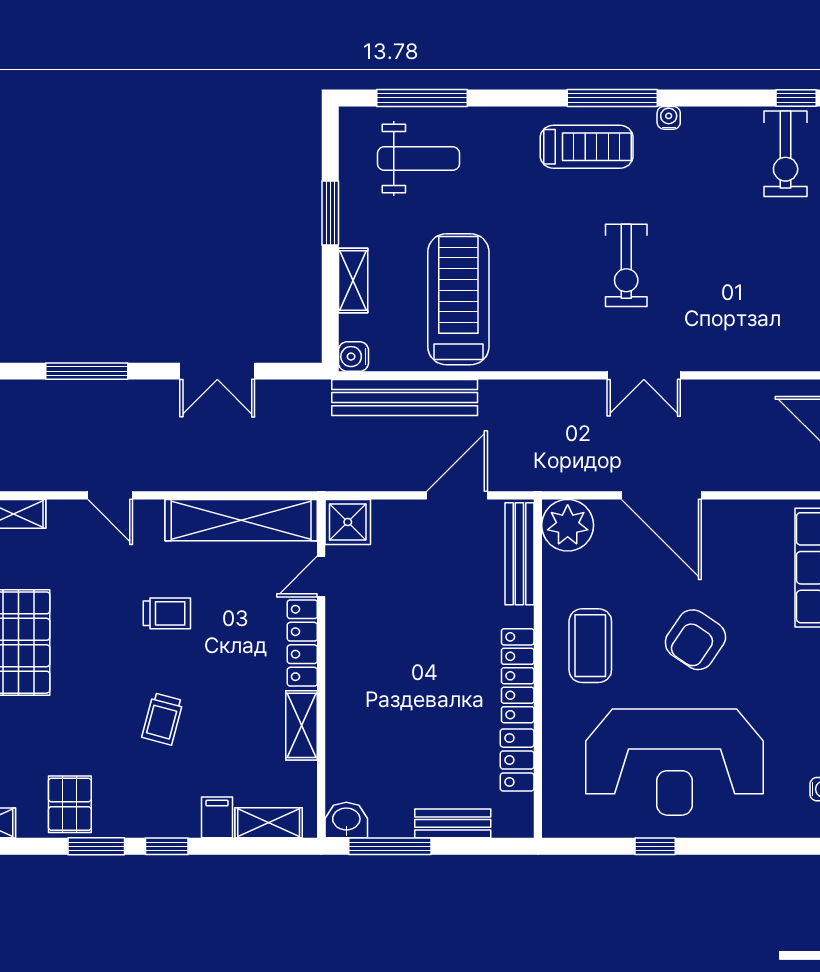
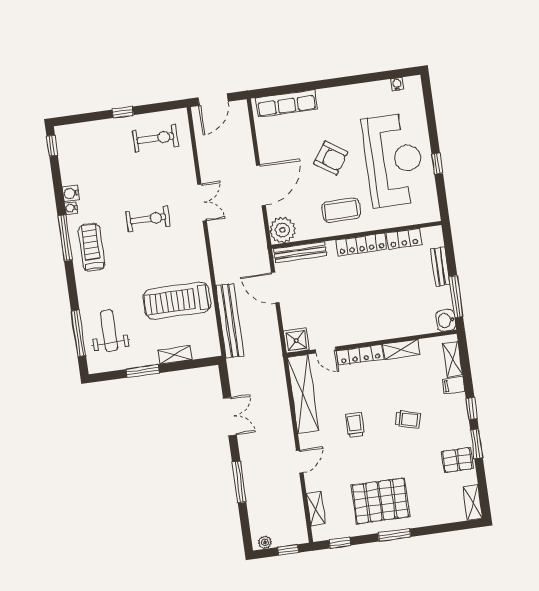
exercise bike: (786, 154) -> (155, 138), moved
water cooler: (353, 357) -> (71, 193), moved, turned 90

